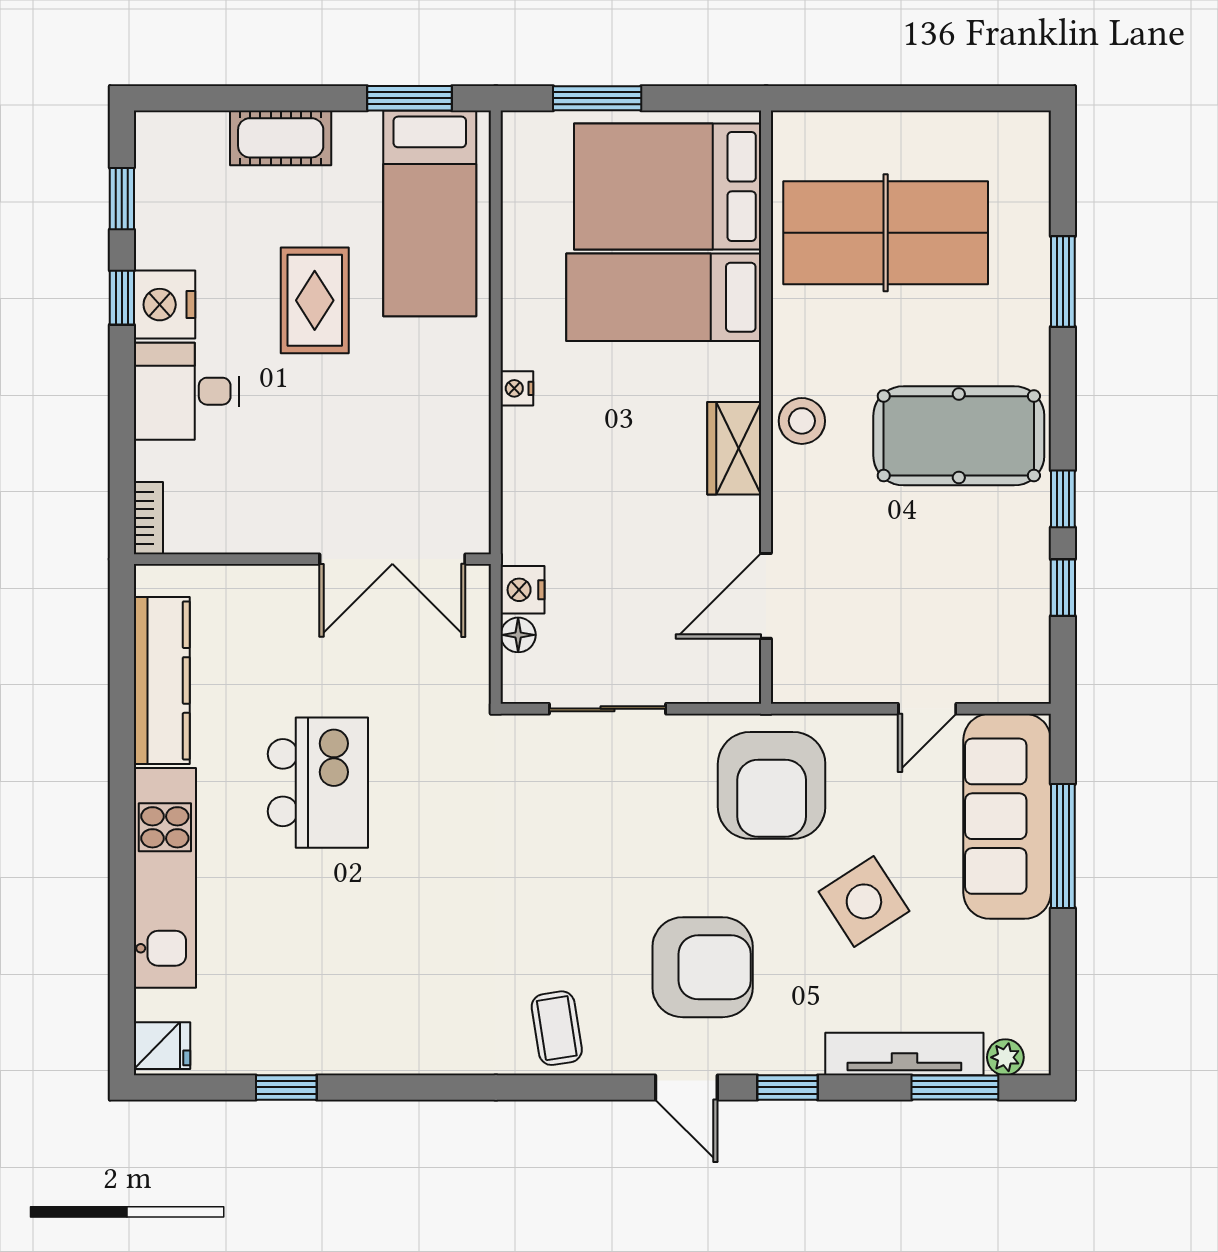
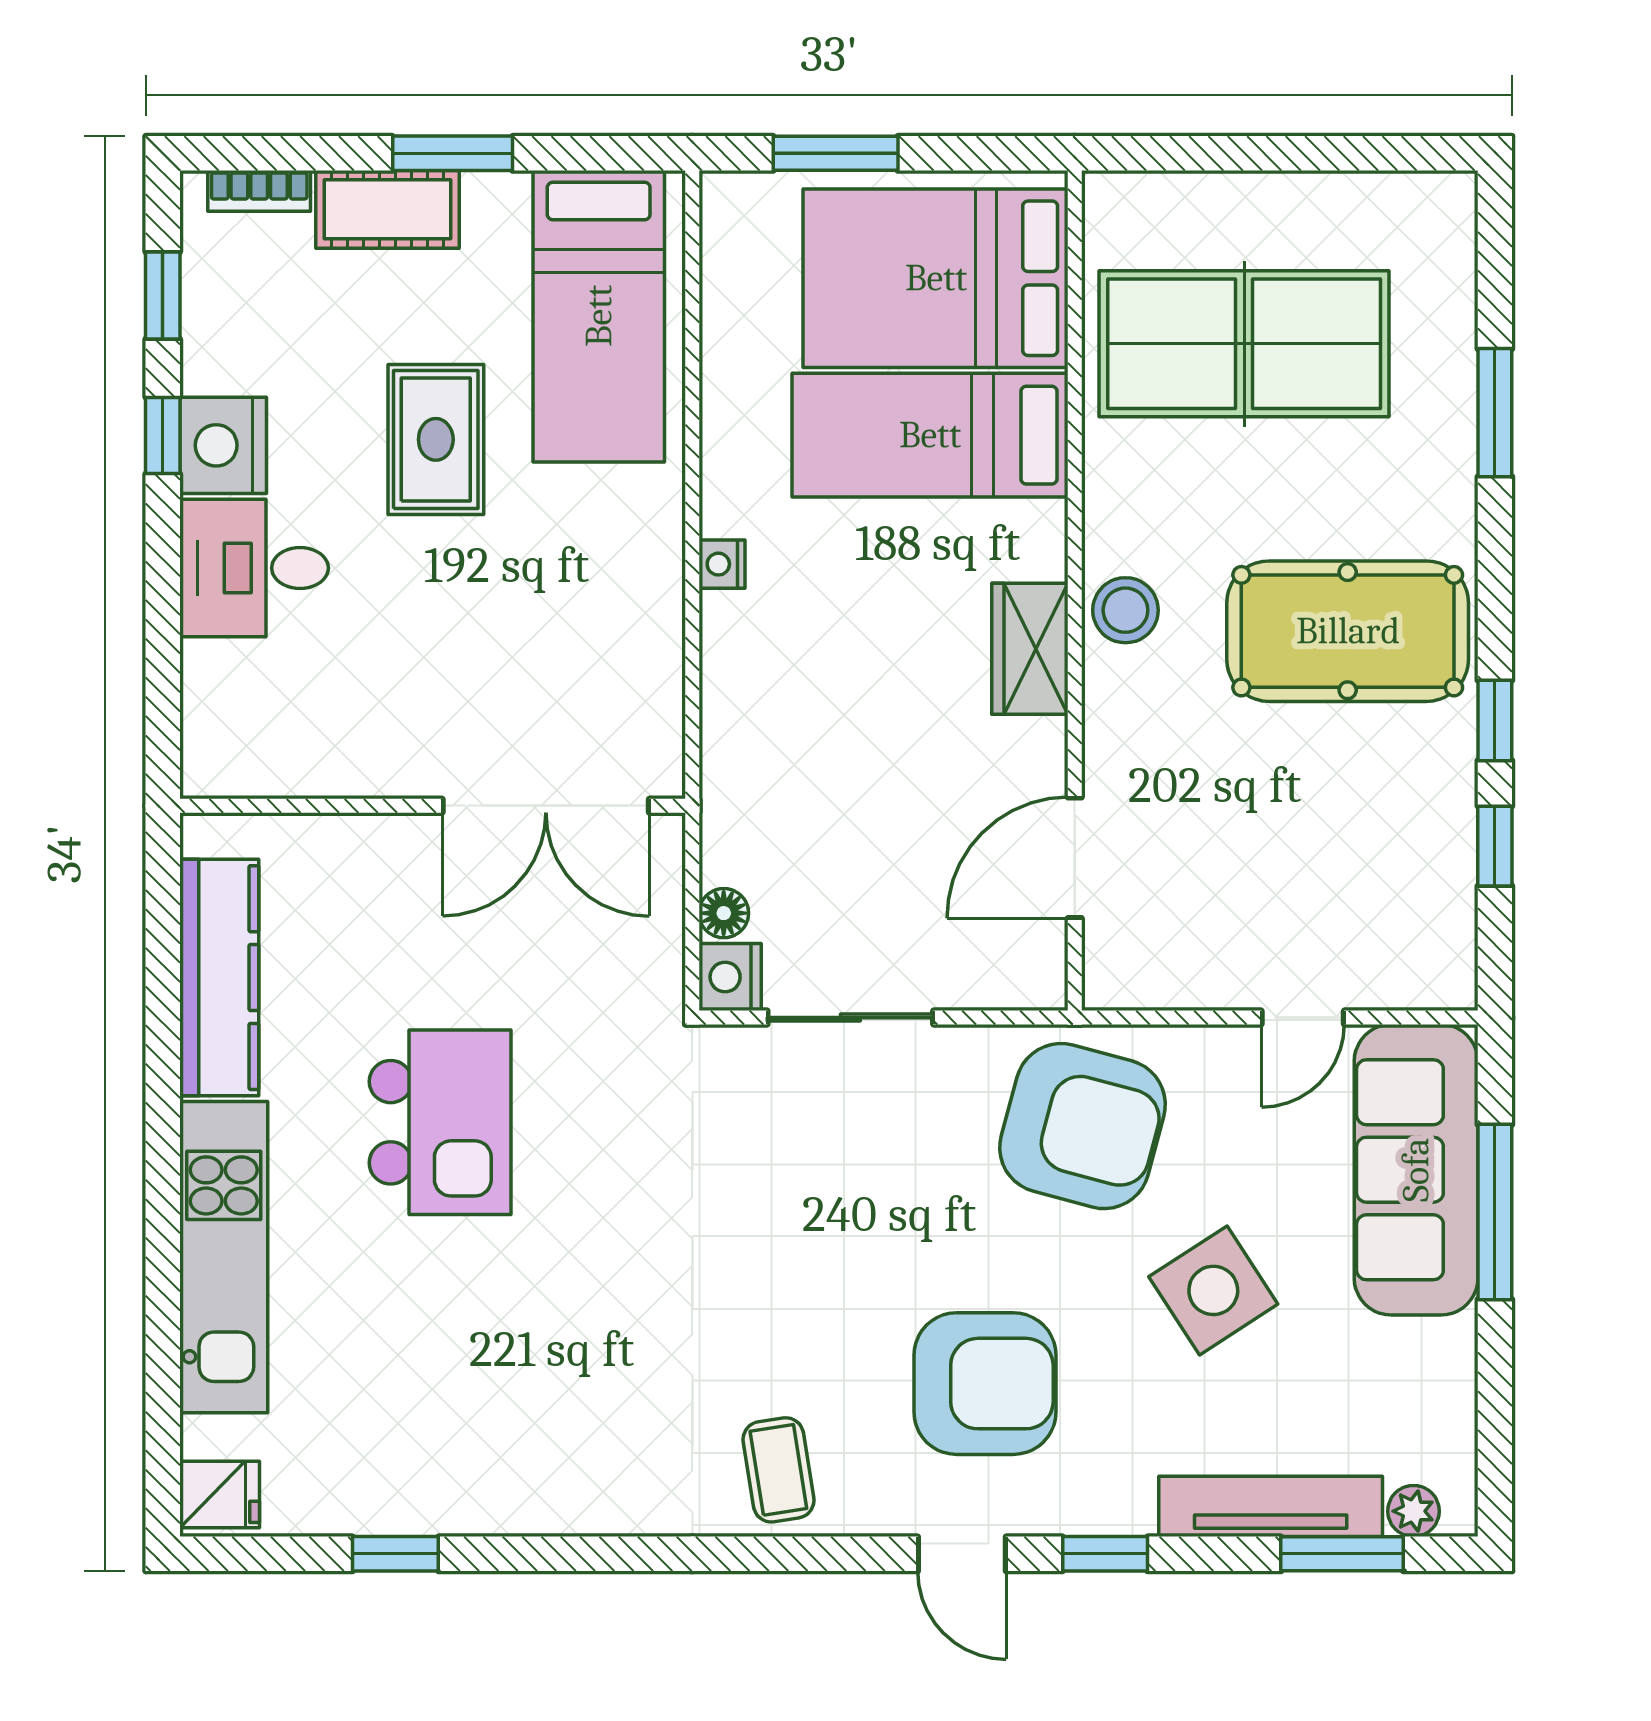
window: (410, 98) -> (453, 153), moved
bookcase: (148, 518) -> (259, 191), moved, turned 90
nightstand: (523, 590) -> (730, 977), moved
armchair: (772, 785) -> (1083, 1126), turned -75

